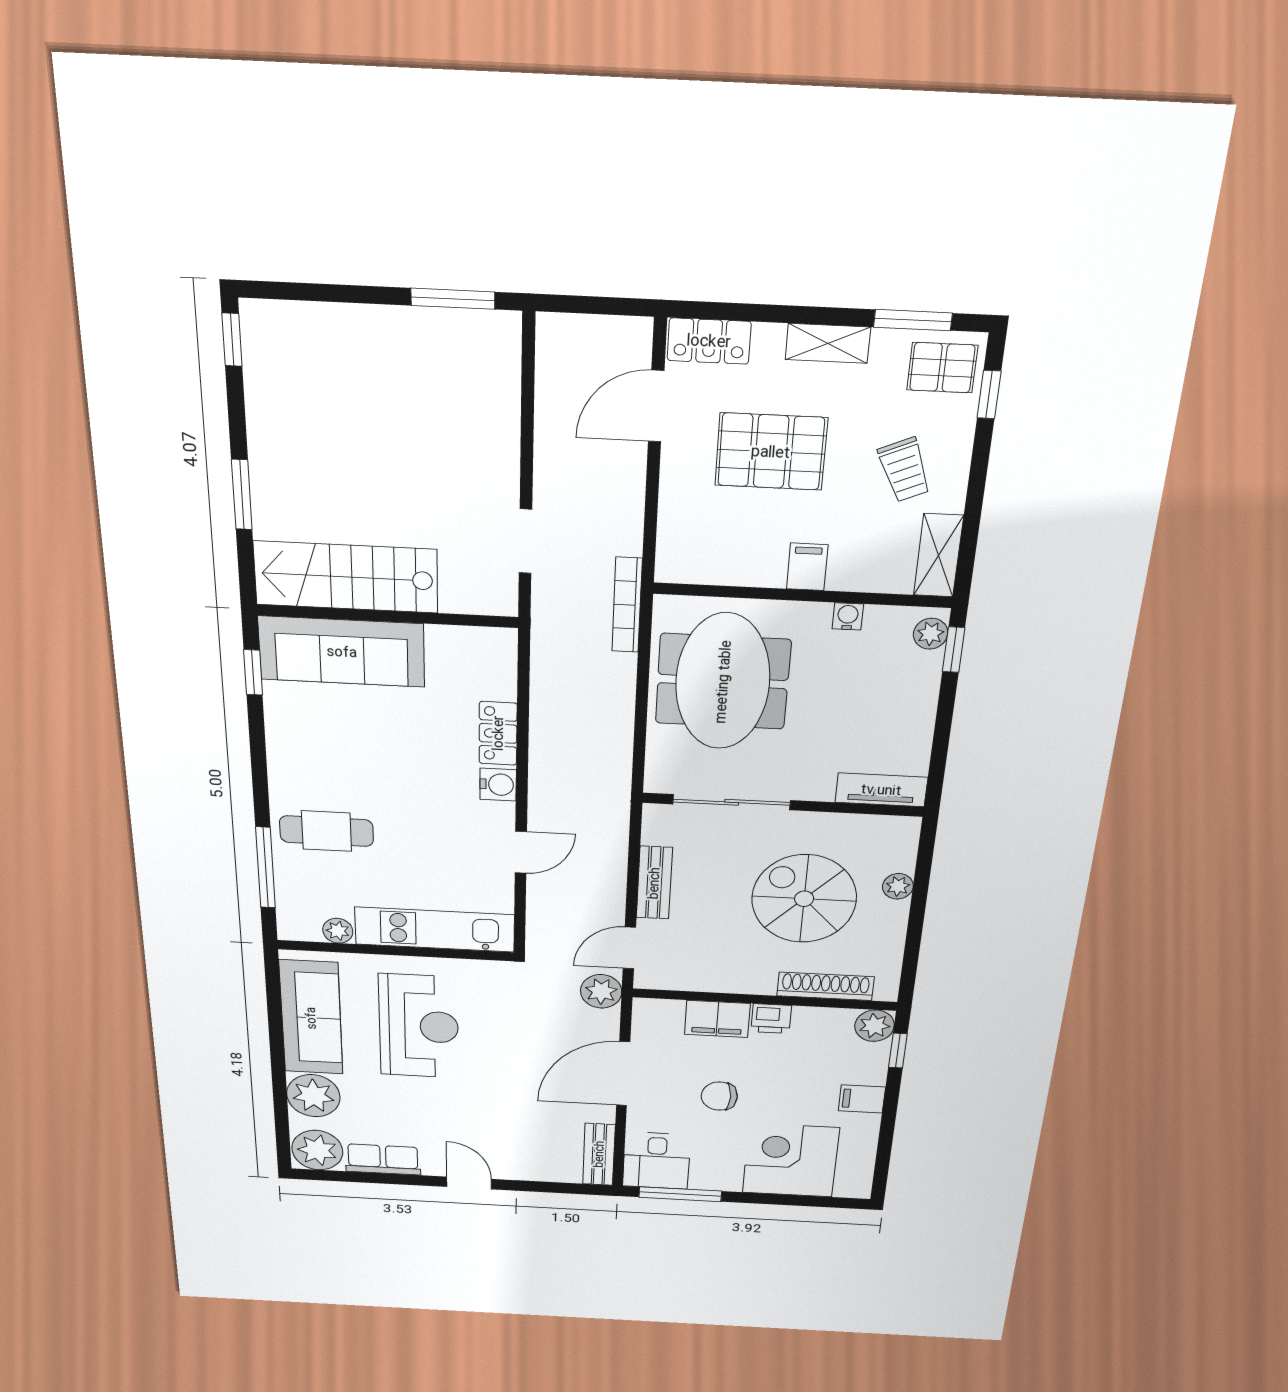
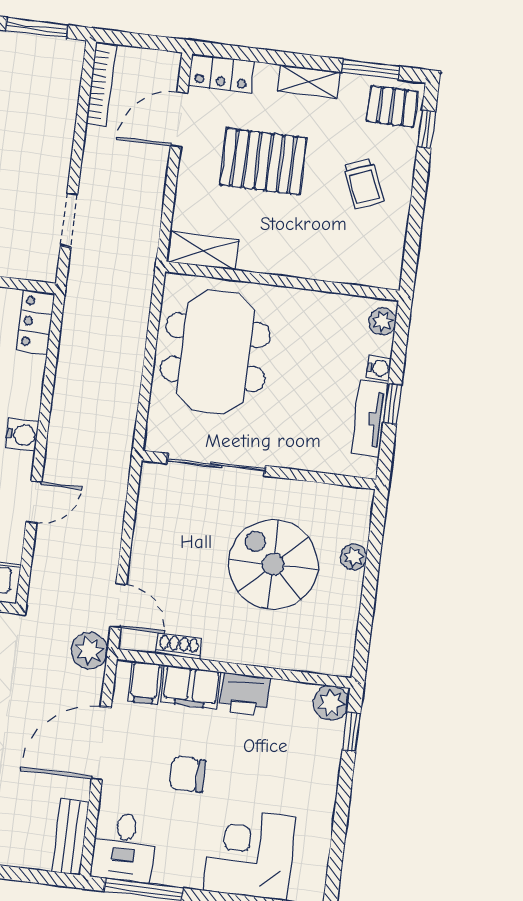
shelving: (938, 555) -> (203, 251), moved, turned 90
filing cabinet: (807, 567) -> (287, 257), removed
bookcase: (627, 605) -> (101, 85), moved, turned 180
water cooler: (848, 616) -> (379, 368), moved, turned 90
window: (954, 650) -> (392, 404), moved
locker: (498, 733) -> (36, 322), moved
tv unit: (881, 790) -> (370, 419), moved, turned -90
bench: (654, 883) -> (146, 540), removed
door: (629, 948) -> (118, 606), swing flipped
shoe rack: (825, 986) -> (179, 646), moved, width x0.51, depth x0.81
printer: (771, 1019) -> (245, 694), width x1.36, depth x1.24
filing cabinet: (862, 1099) -> (145, 683), moved, turned -90

